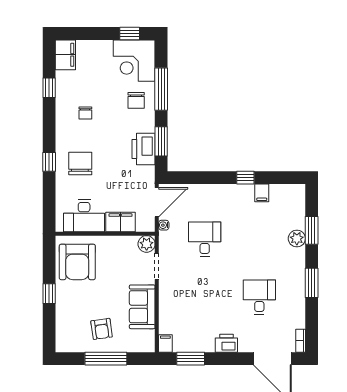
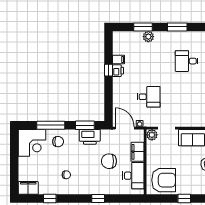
window: (130, 33) -> (14, 146), removed
chair: (80, 163) -> (109, 161), moved
printer: (245, 192) -> (118, 71), added
desk: (205, 239) -> (149, 97), turned 180

